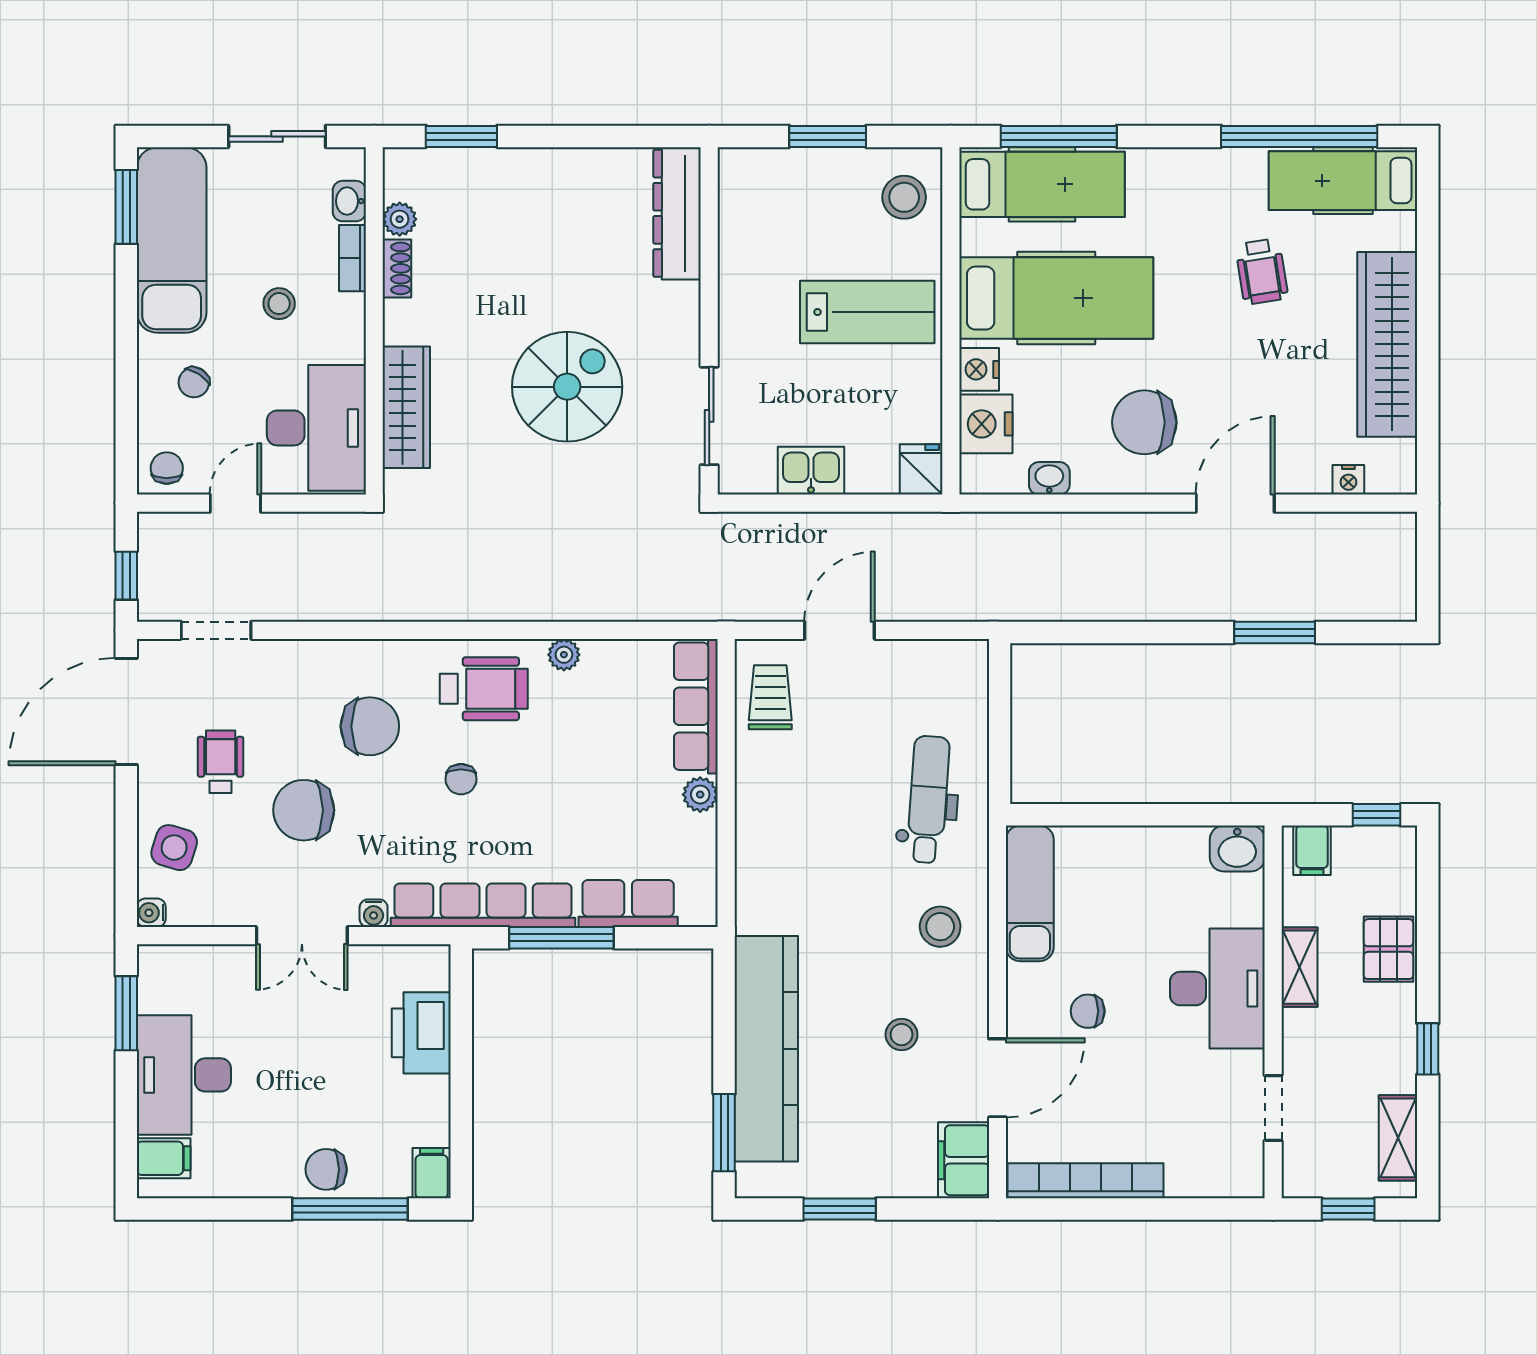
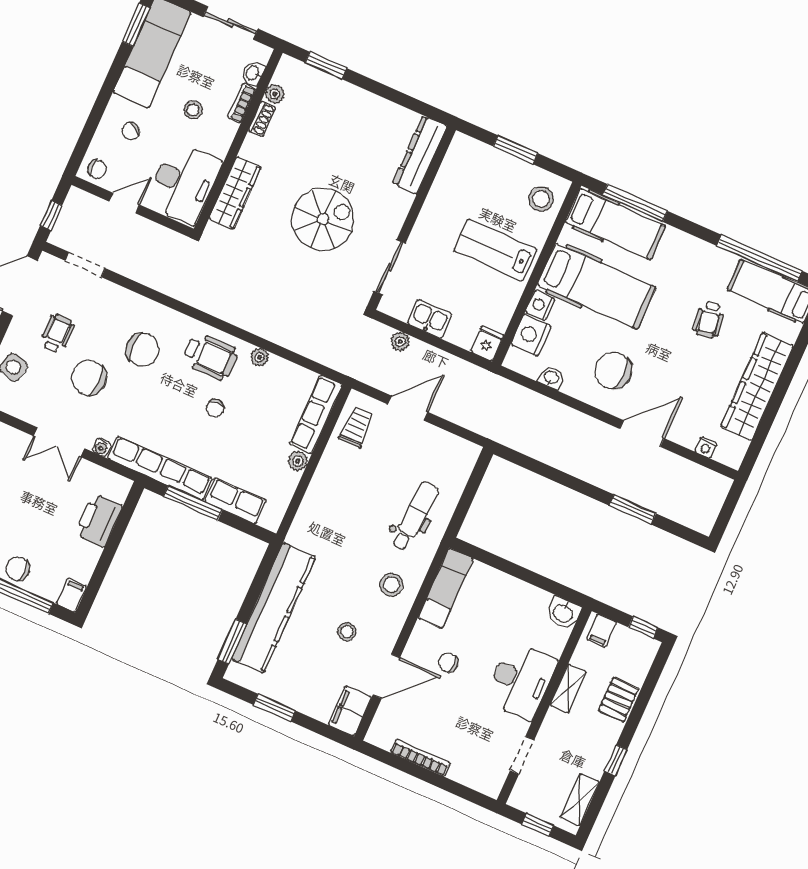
lab bench: (867, 312) -> (495, 250), turned 180
chair: (167, 468) -> (97, 169), turned 90
plant: (779, 528) -> (400, 342), added
chair: (461, 779) -> (215, 408), moved
bookcase: (1086, 1181) -> (420, 758), width x0.68, depth x0.76

